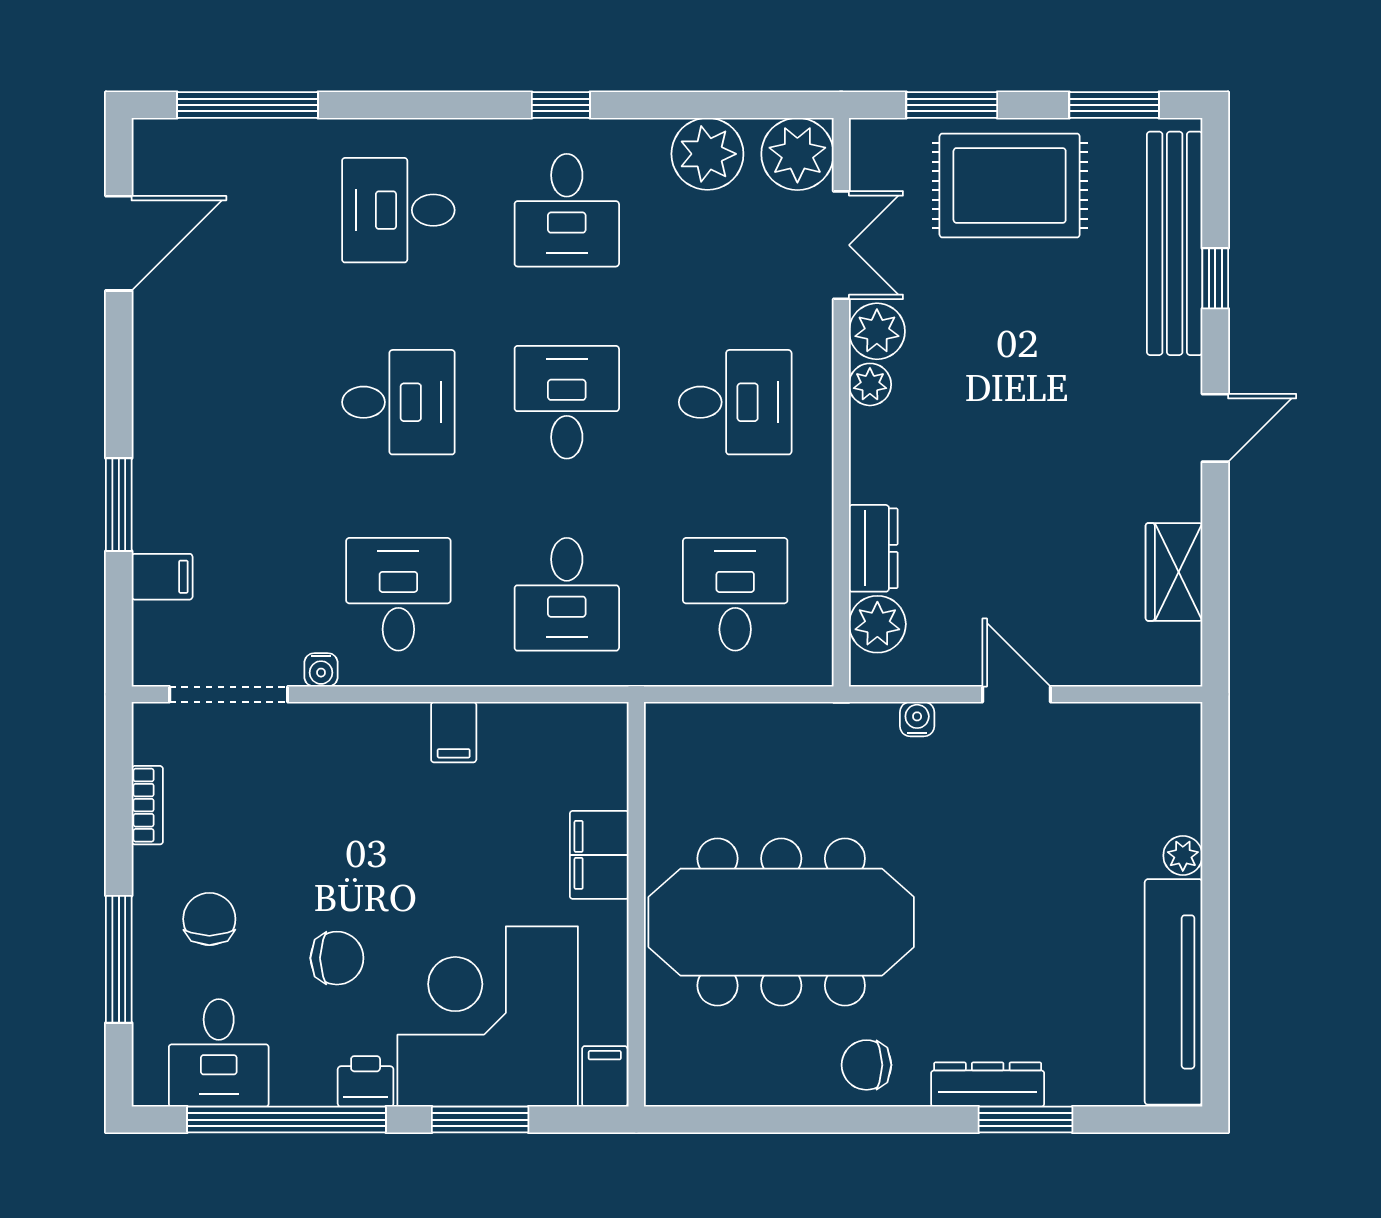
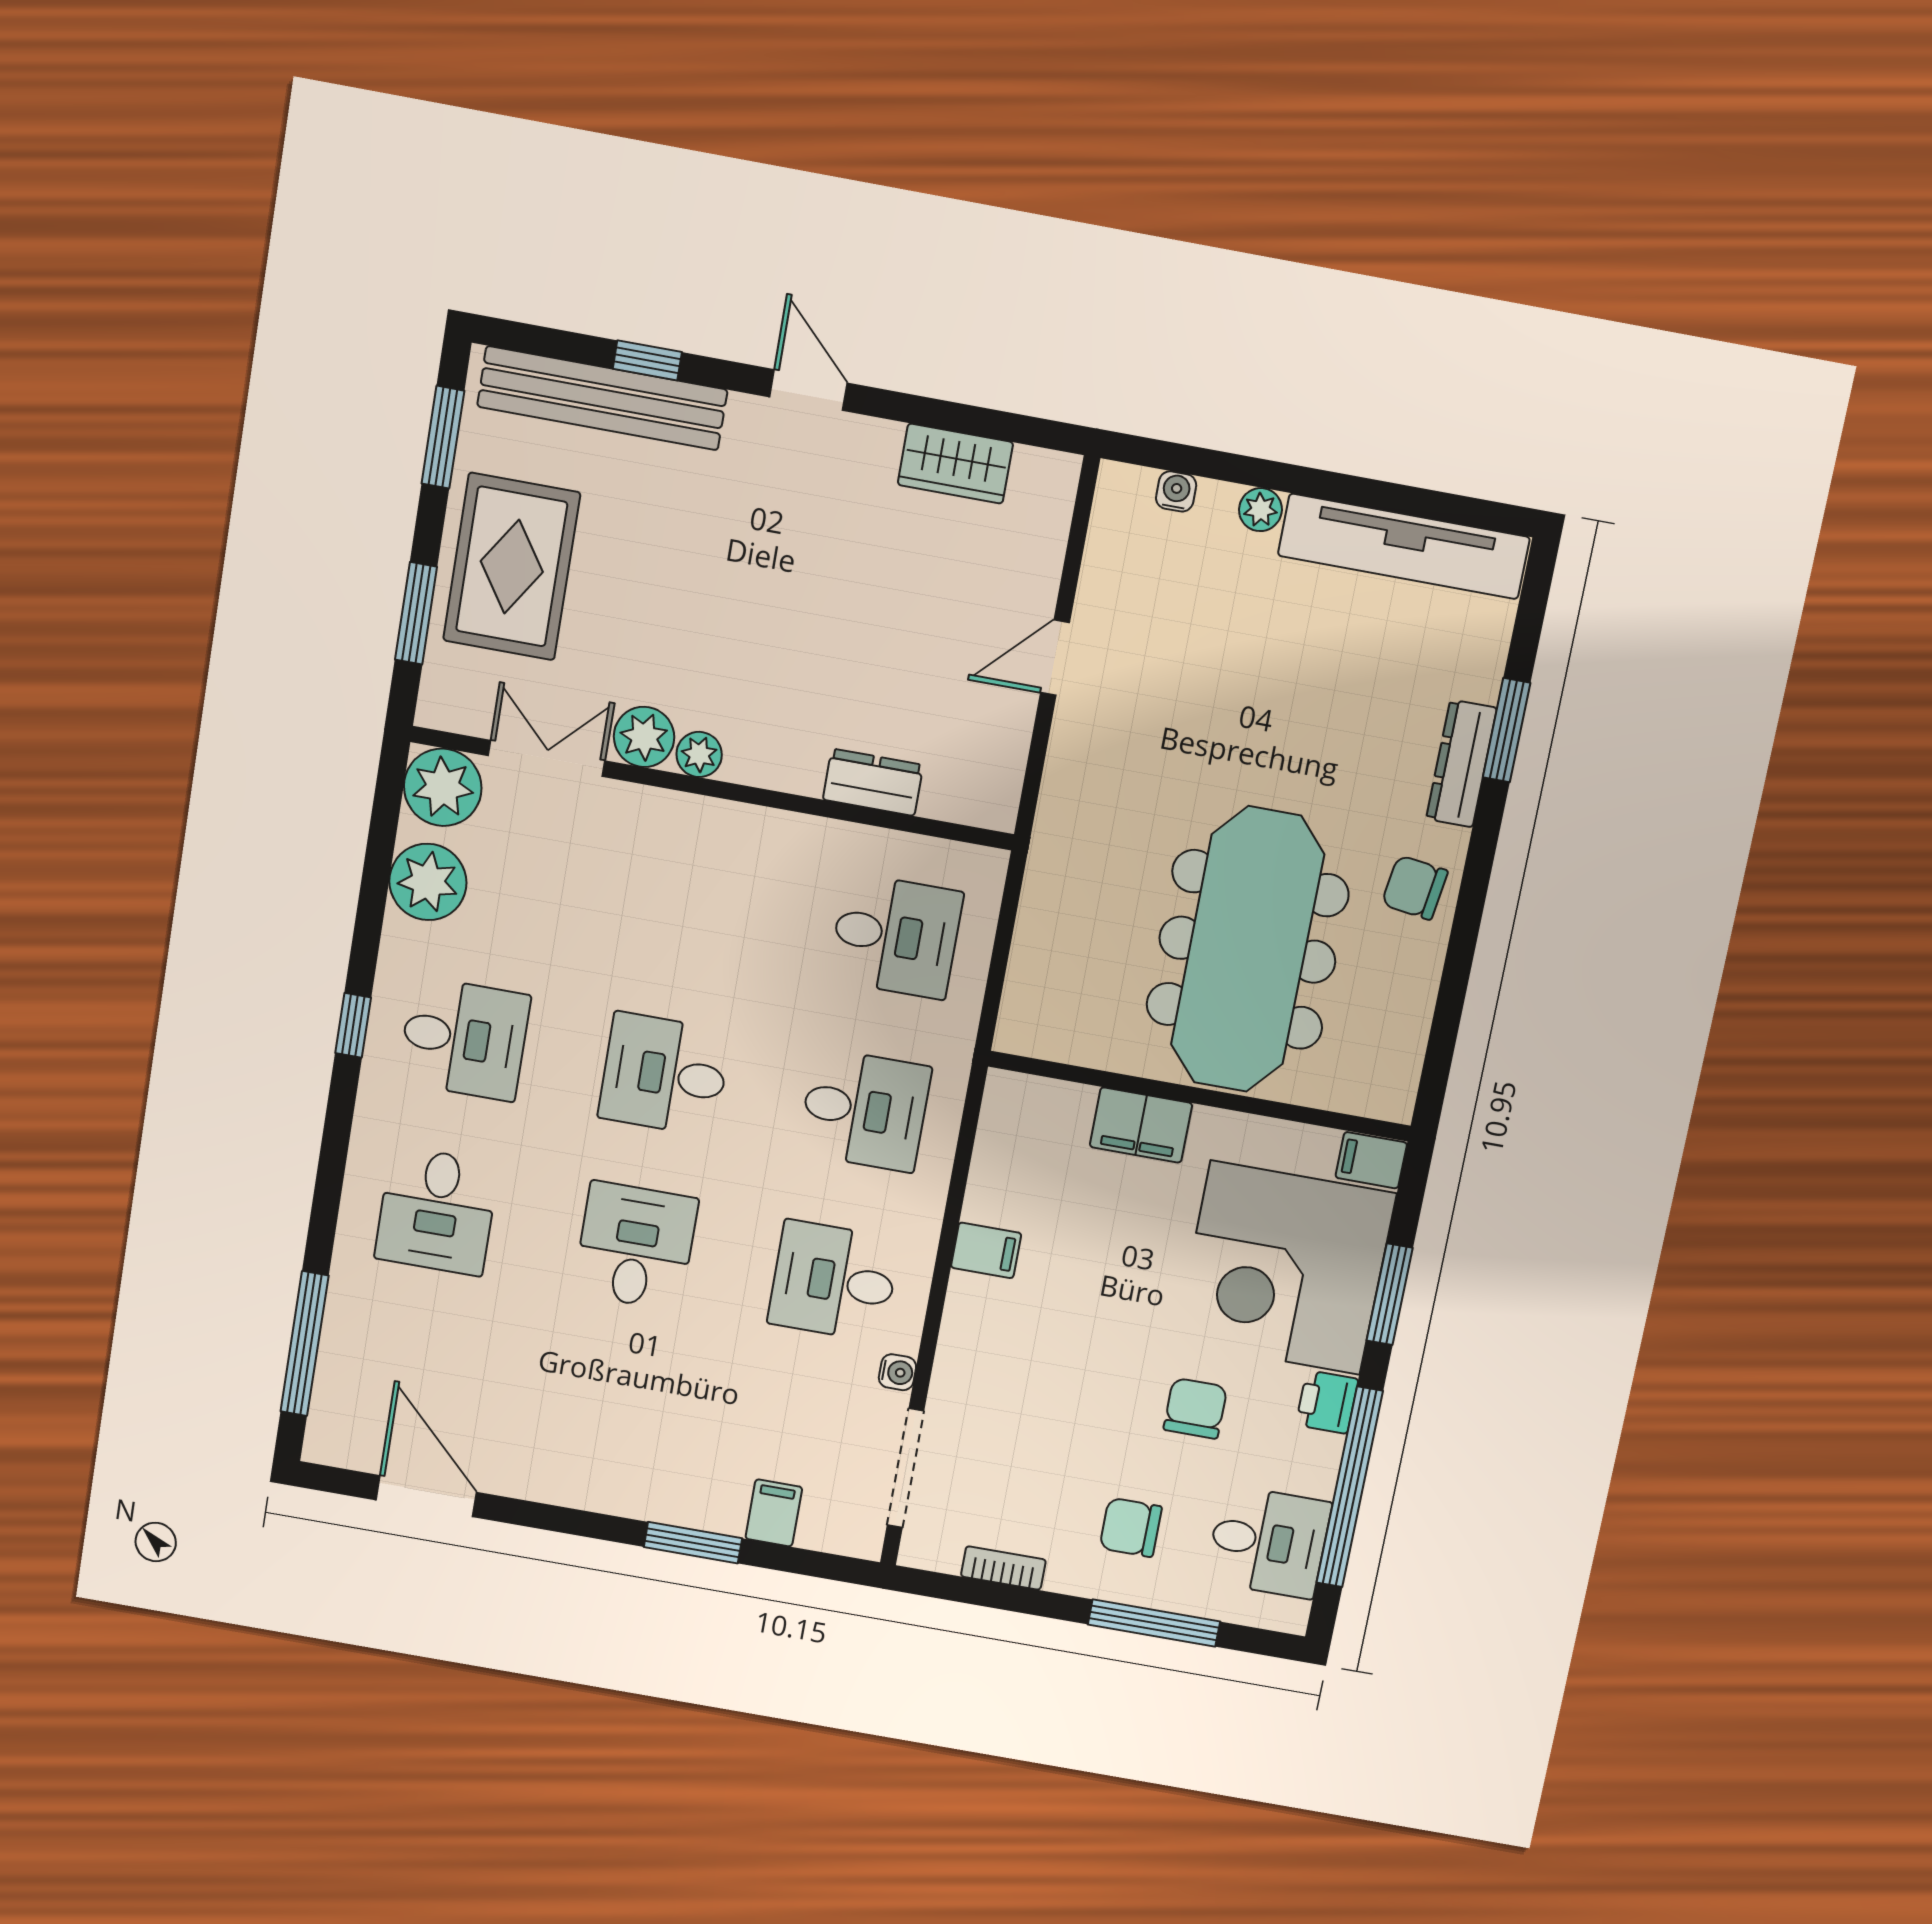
desk: (735, 402) -> (694, 900), removed
desk: (735, 594) -> (896, 936), turned 180
plant: (877, 624) -> (954, 792), removed
water cooler: (917, 719) -> (1176, 491), moved, turned 90
chair: (866, 1065) -> (1415, 888), turned 98

